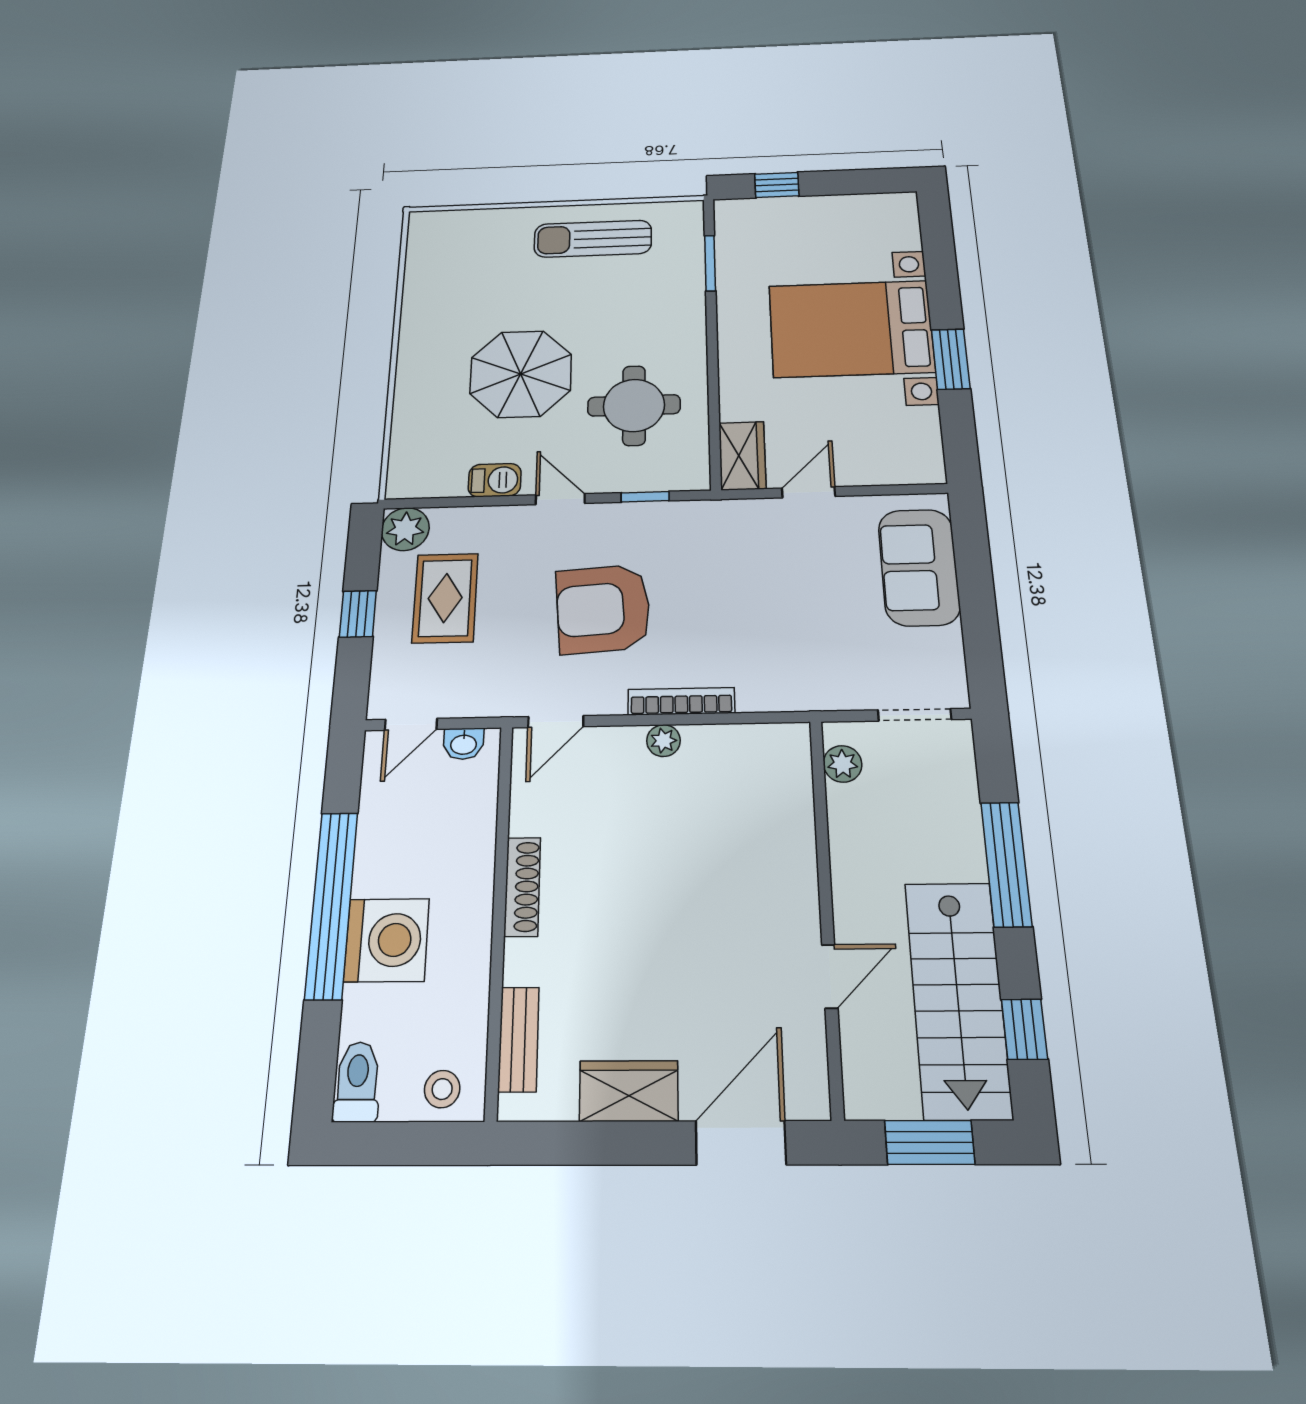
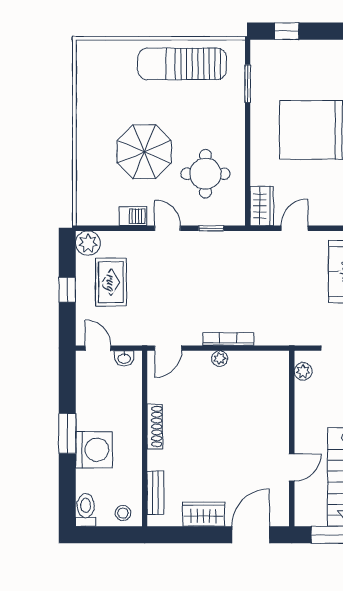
sun lounger: (593, 239) -> (182, 64), width x1.36, depth x1.34
armchair: (603, 609) -> (190, 290), removed
door: (411, 724) -> (98, 348), swing flipped
window: (332, 904) -> (67, 433), width x0.47

